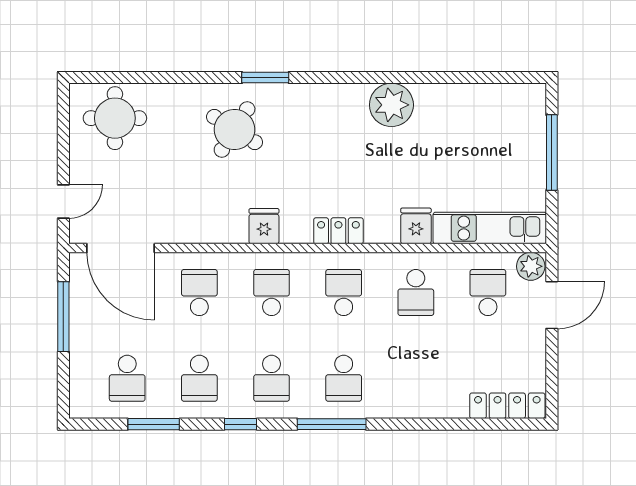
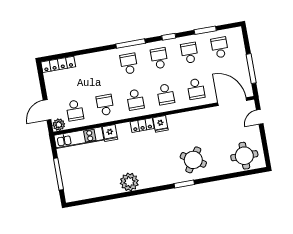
fridge: (264, 226) -> (161, 124), moved

